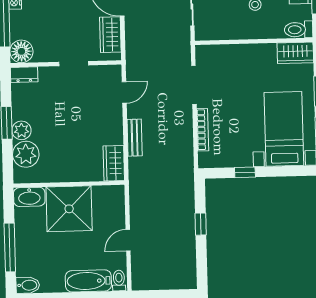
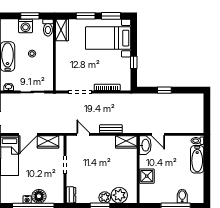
floor lamp: (21, 51) -> (39, 196), moved
washbasin: (29, 197) -> (145, 145), moved
shower: (69, 209) -> (147, 176), width x0.54, depth x0.54
door: (128, 240) -> (158, 134), moved
bidet: (28, 285) -> (182, 196), moved

